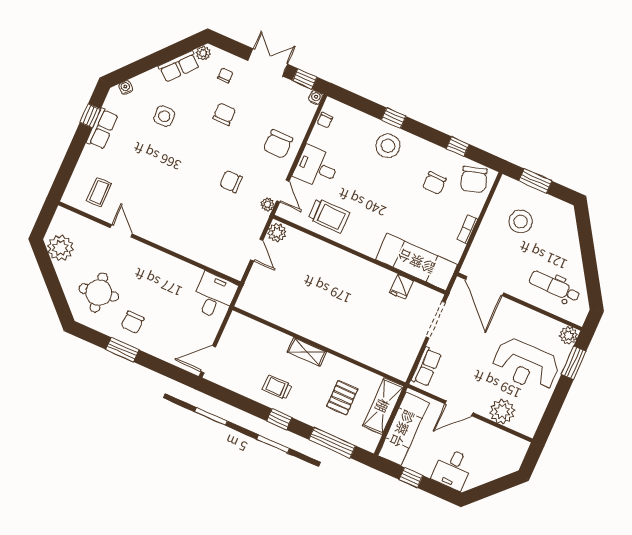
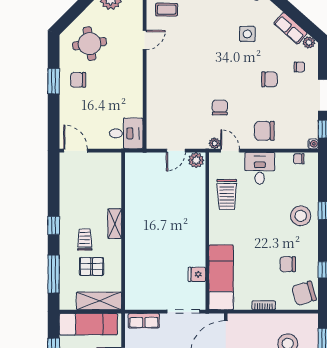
door: (283, 191) -> (230, 151), swing flipped
trolley: (277, 387) -> (85, 240), moved

